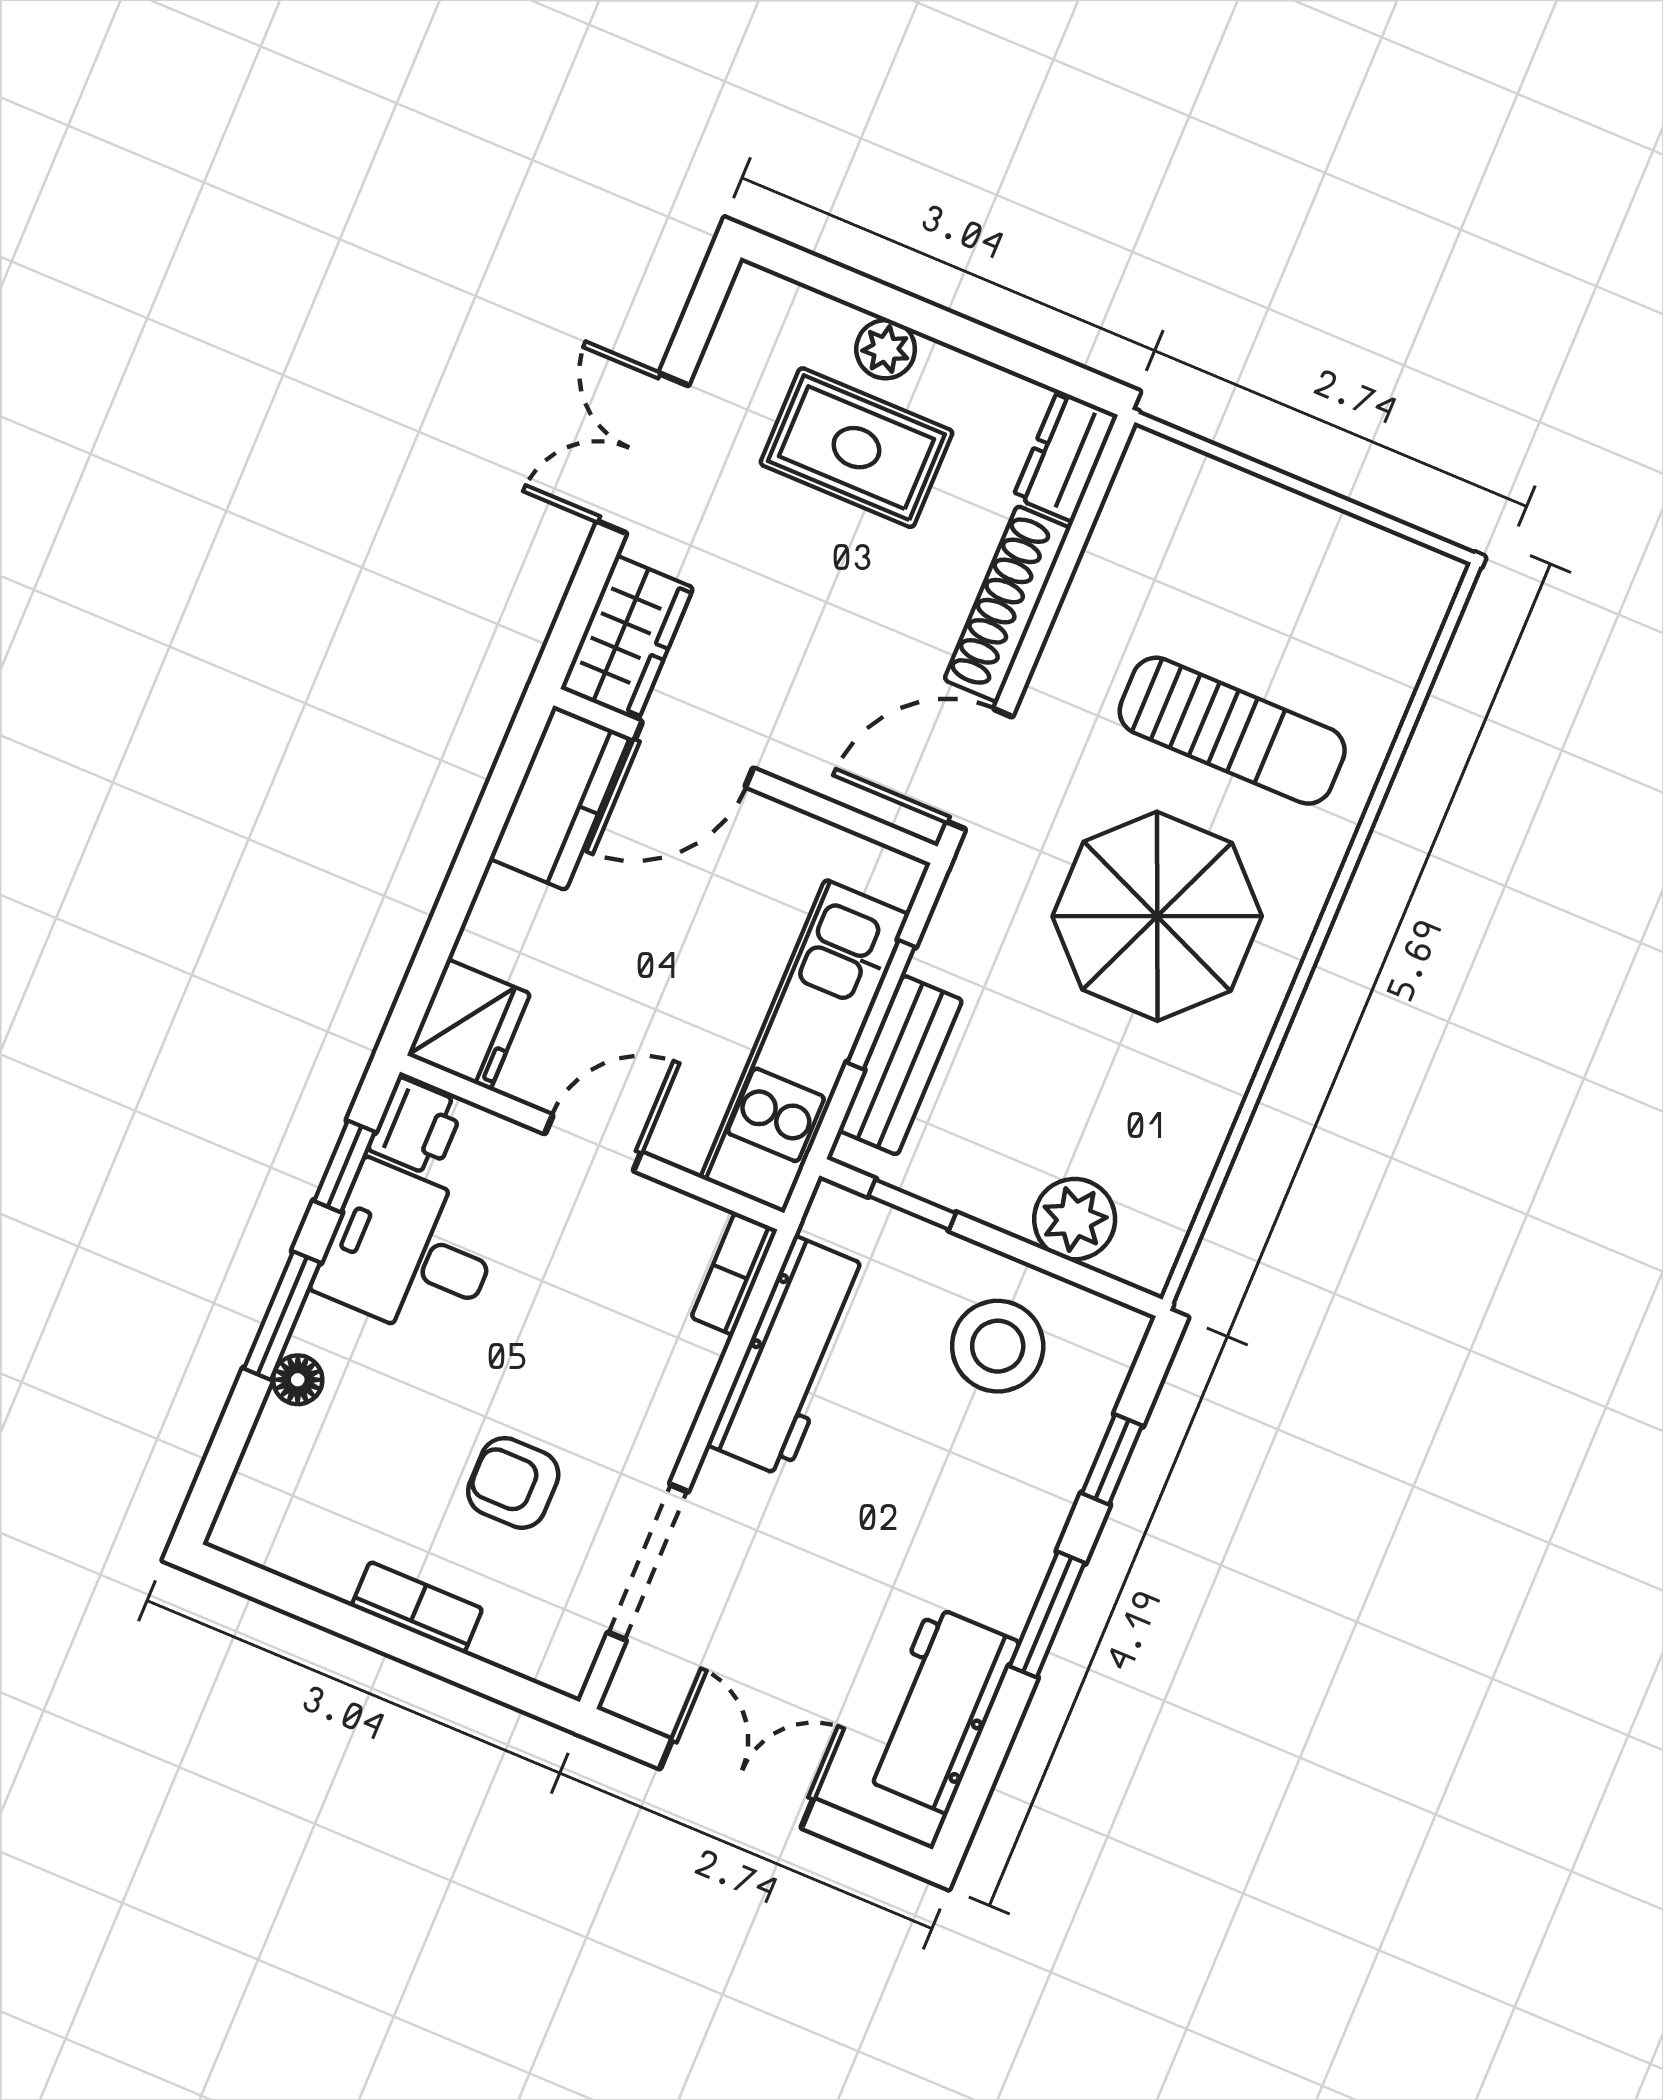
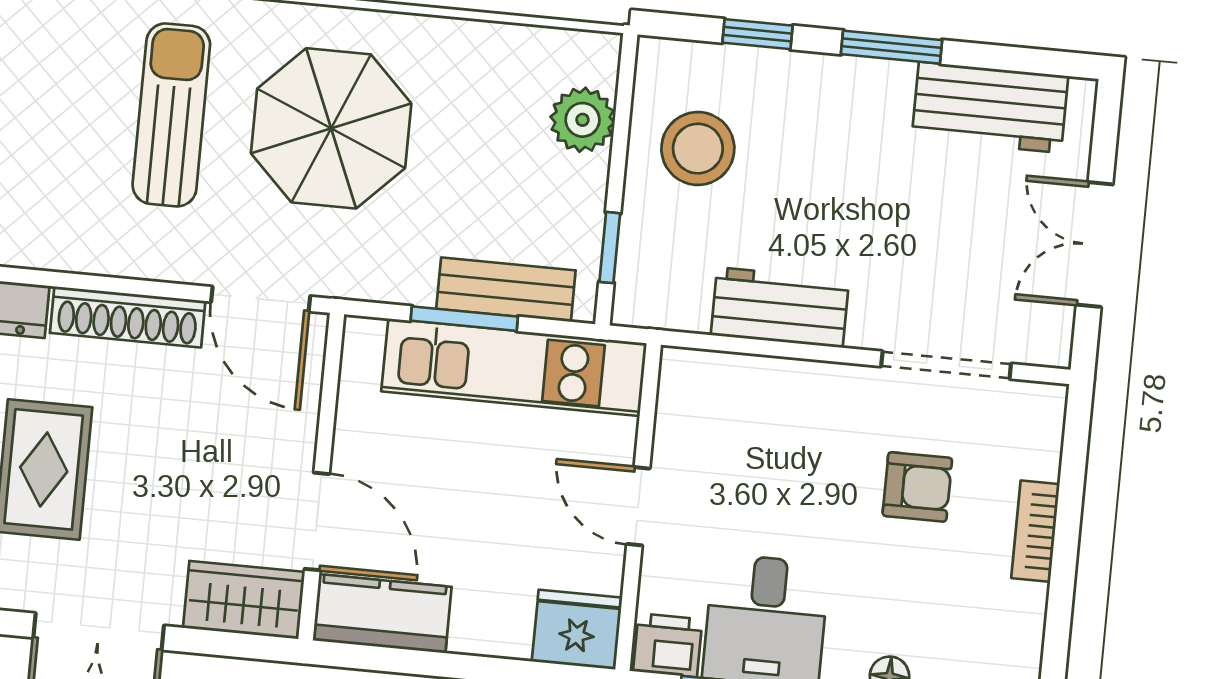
bookcase: (734, 1274) -> (705, 367), removed
workbench: (790, 1357) -> (780, 307), width x0.73
armchair: (513, 1483) -> (917, 487), turned -90

